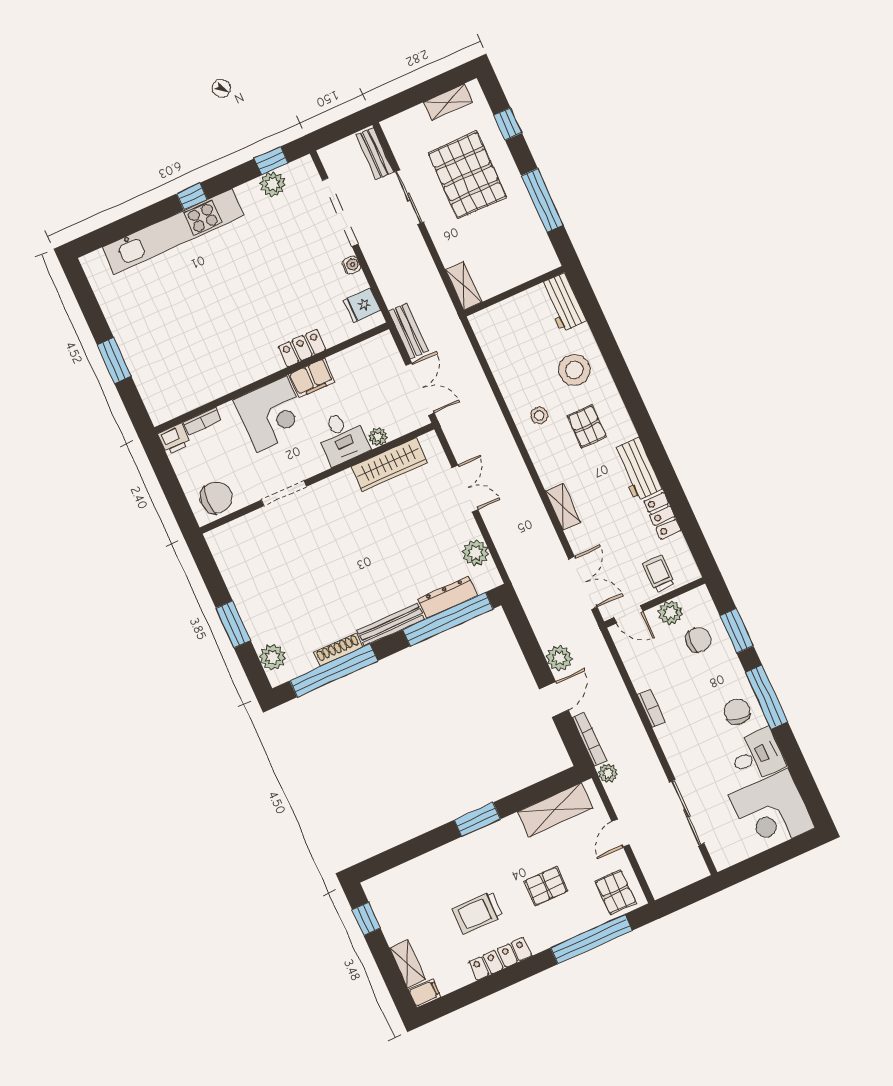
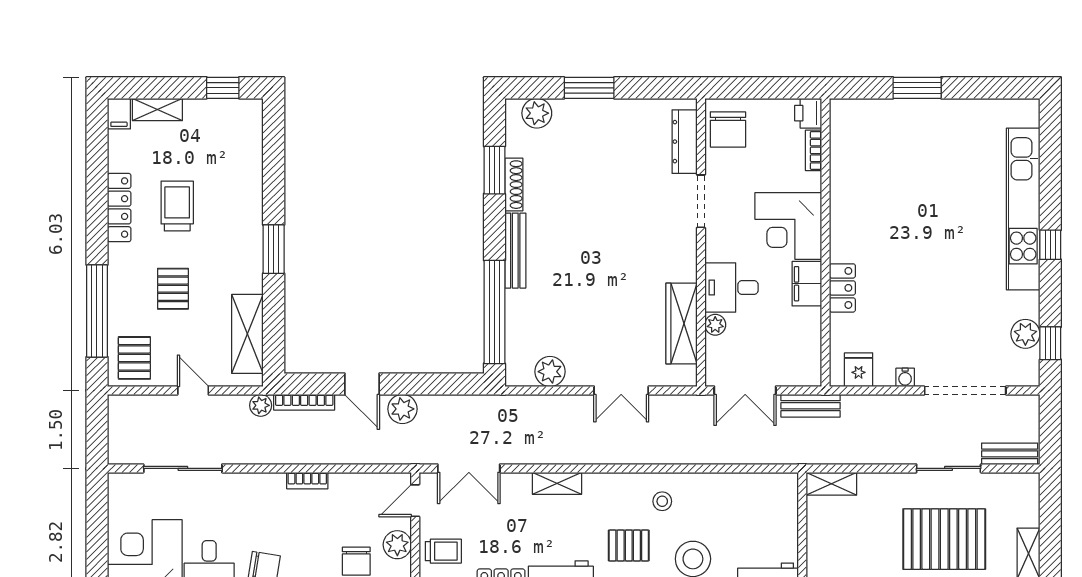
dresser: (448, 597) -> (685, 142), moved, turned 180
window: (334, 671) -> (494, 170), width x0.47
pallet: (616, 892) -> (134, 358), turned 90

